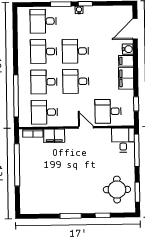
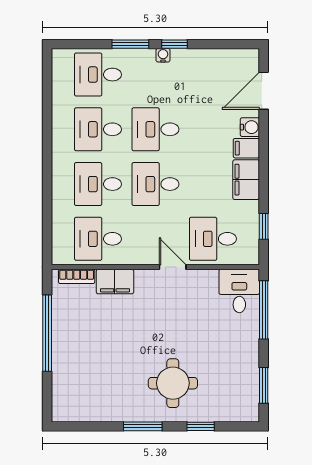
window: (16, 96) -> (47, 209), removed
round table: (117, 190) -> (173, 383), moved

